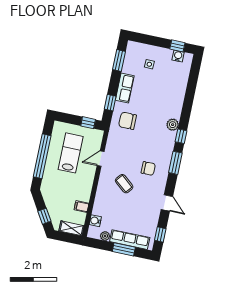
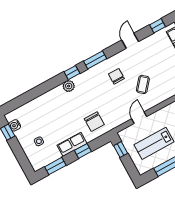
window: (110, 103) -> (83, 151), moved
door: (101, 159) -> (139, 118), swing flipped

